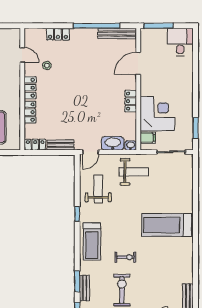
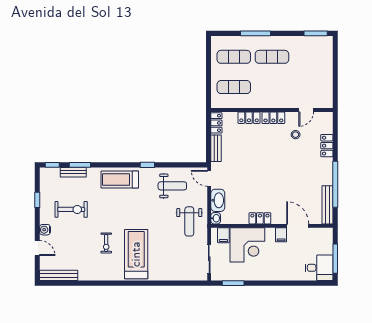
window: (158, 26) -> (335, 259), moved
filing cabinet: (147, 80) -> (281, 235), added
exercise bike: (126, 257) -> (106, 243), moved

